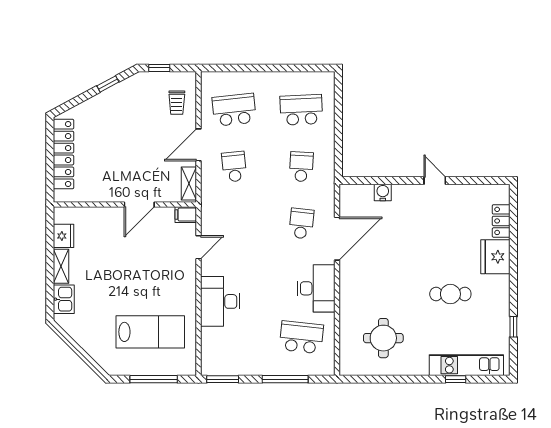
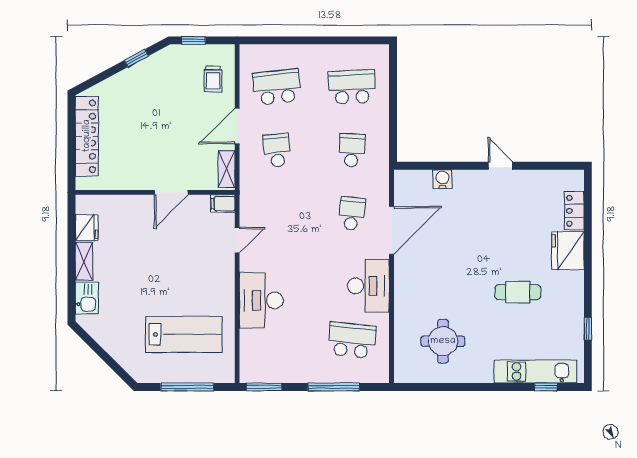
window: (456, 379) -> (546, 387), moved

